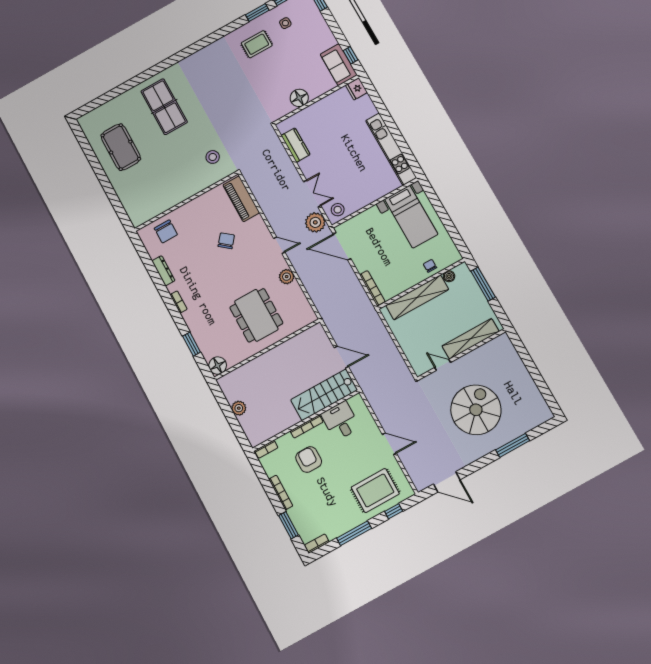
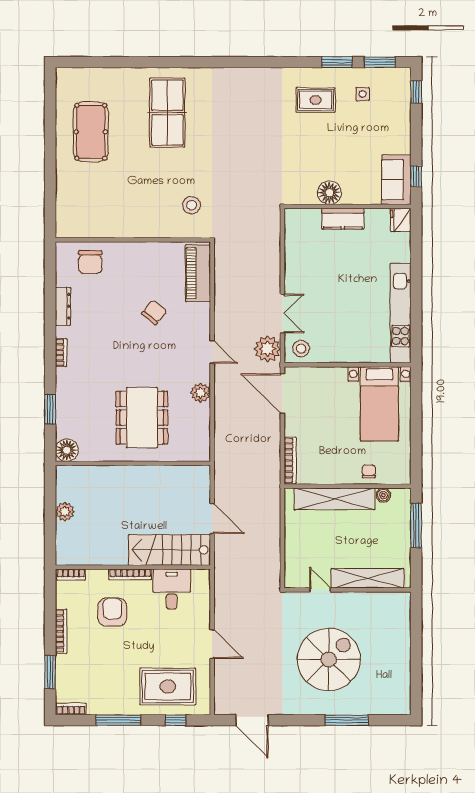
kitchen counter: (296, 145) -> (343, 219), moved, turned 90

